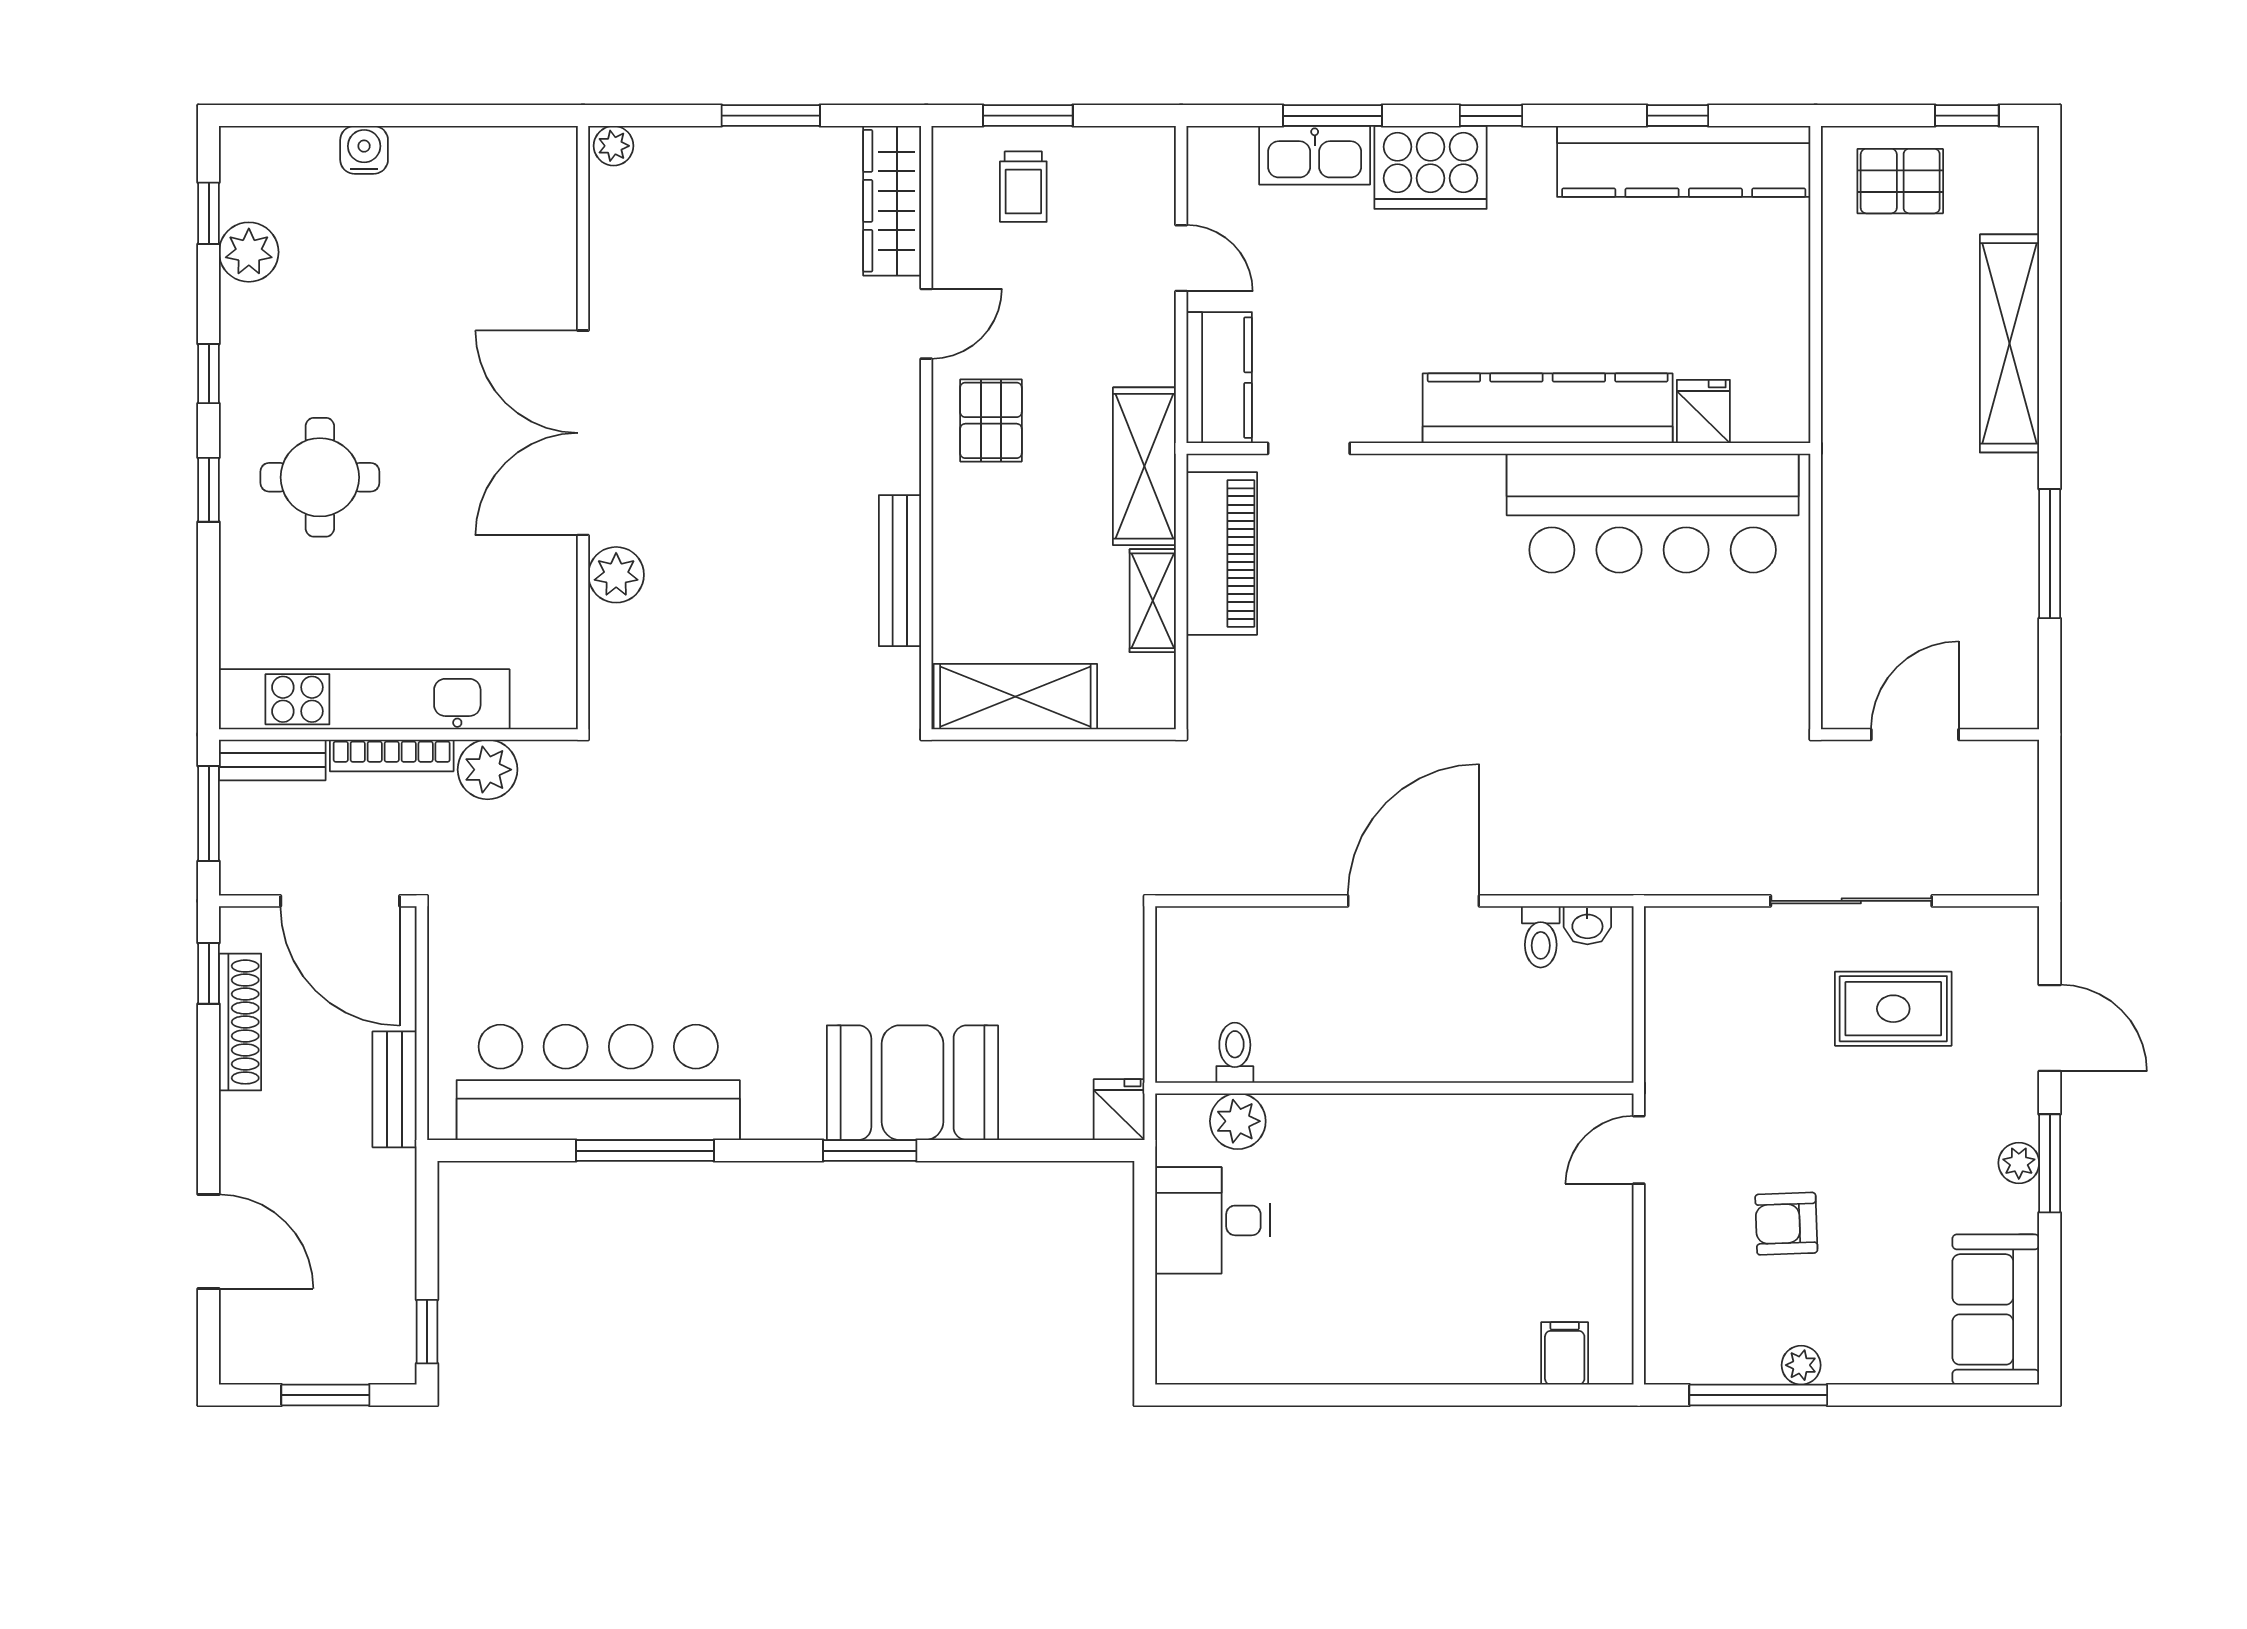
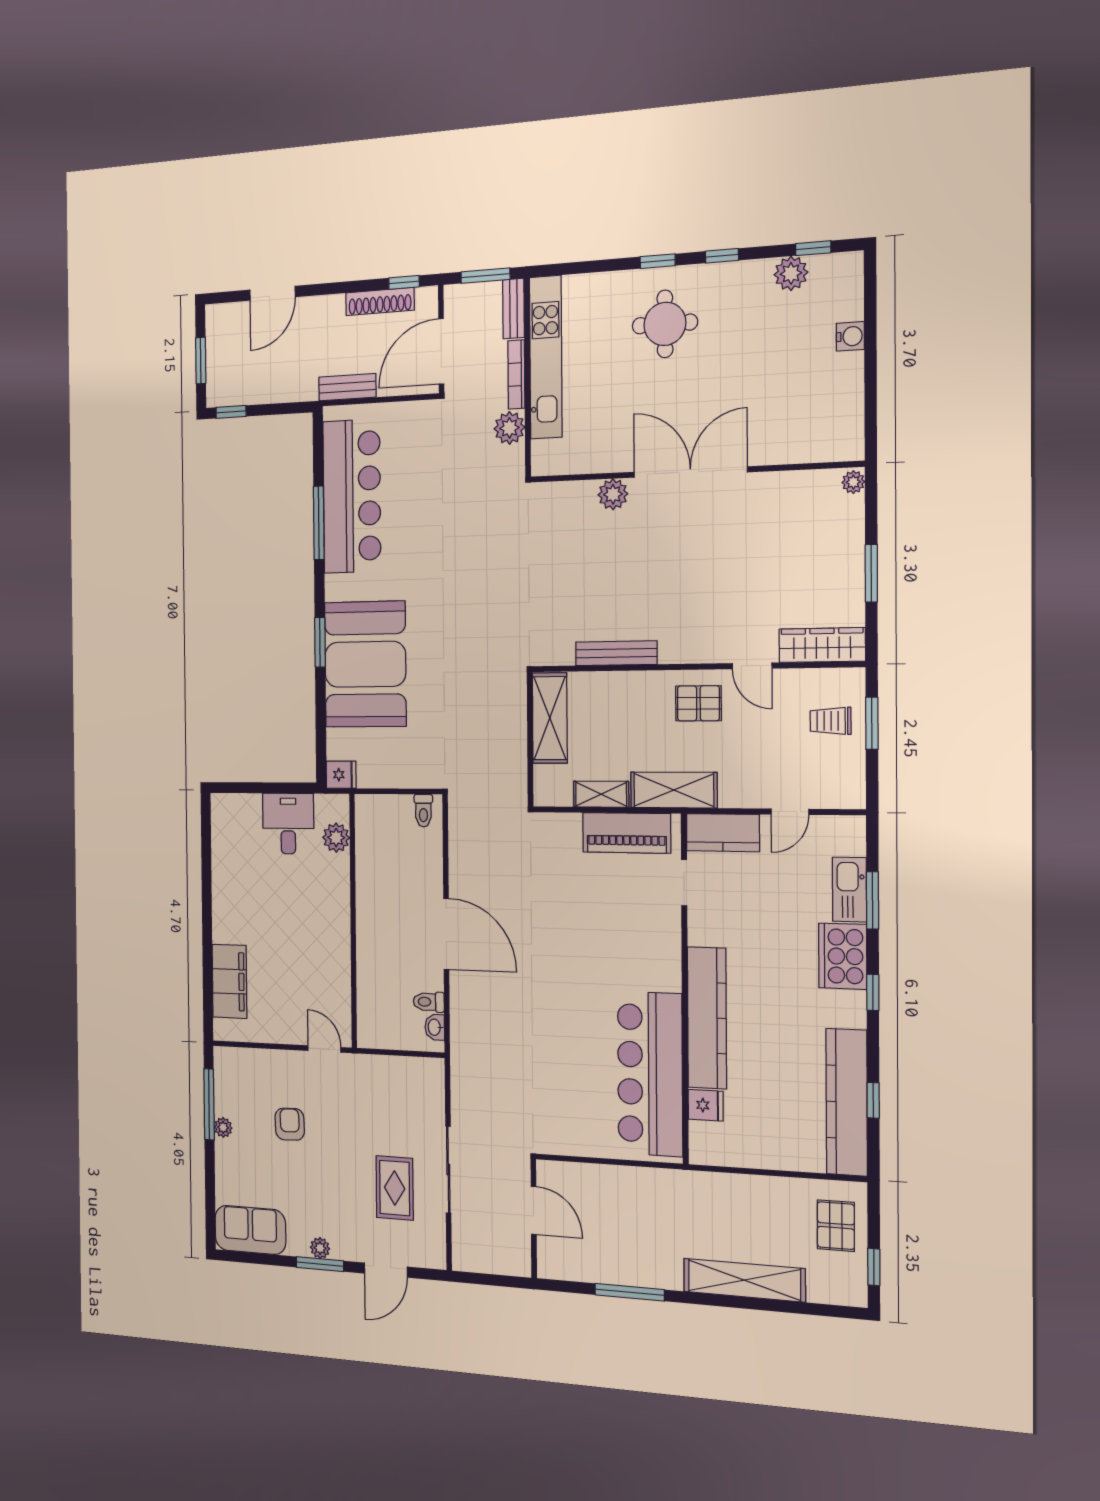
toilet: (1235, 1053) -> (423, 811), moved, turned 90
booth: (912, 1083) -> (365, 664), width x1.36, depth x1.42
filing cabinet: (1565, 1353) -> (229, 981), width x3.00, depth x1.17

